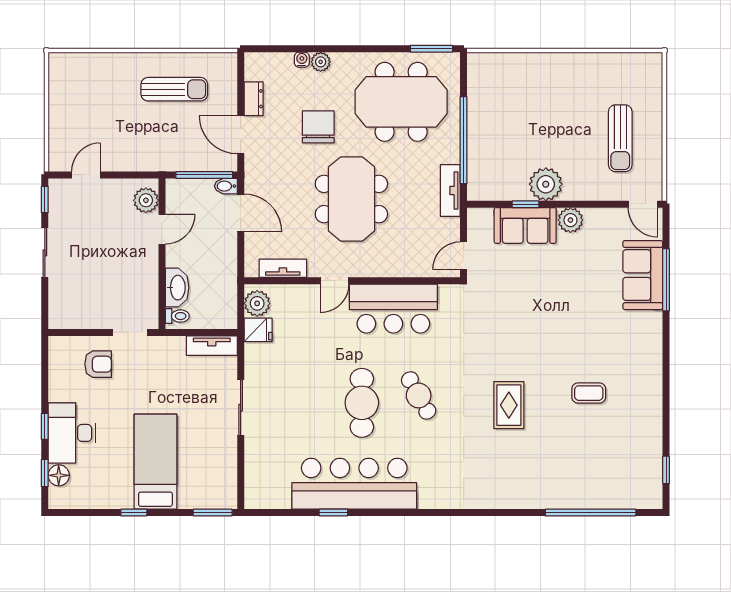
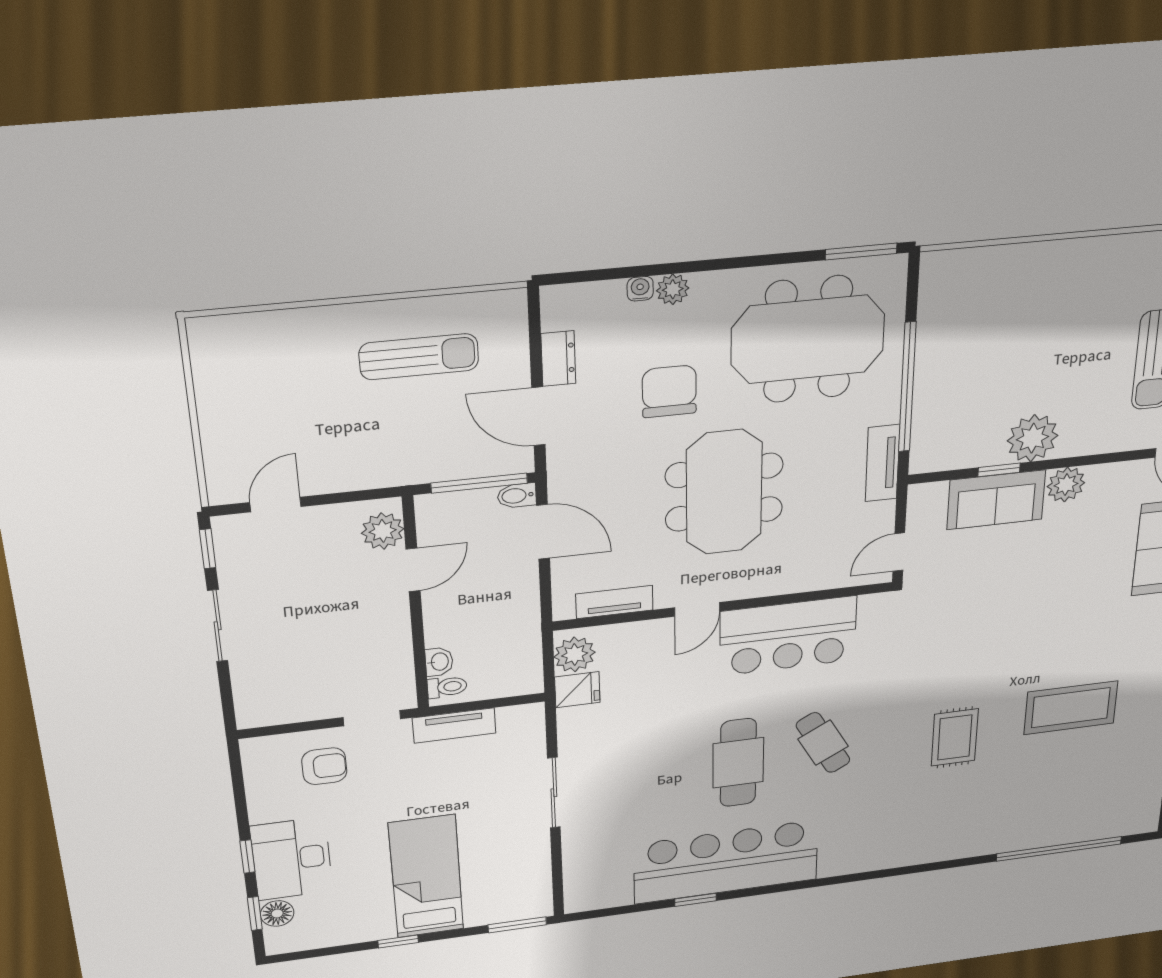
washbasin: (177, 288) -> (439, 662), width x0.52, depth x0.69
tv unit: (212, 346) -> (454, 726), moved
coffee table: (589, 393) -> (1071, 708), width x1.86, depth x1.72

